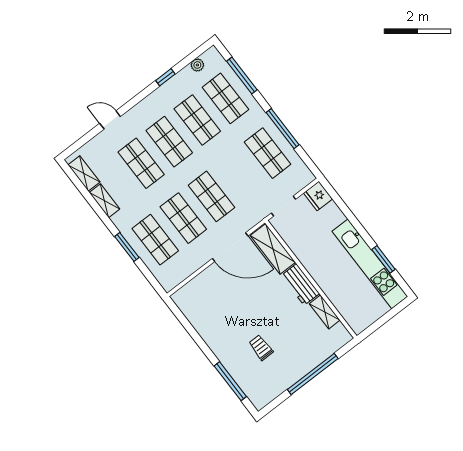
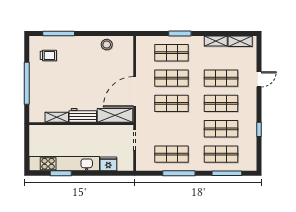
plant: (197, 65) -> (252, 153), removed
fridge: (318, 196) -> (108, 164), moved
stool: (202, 319) -> (107, 45), added
trolley: (261, 348) -> (48, 55), moved

